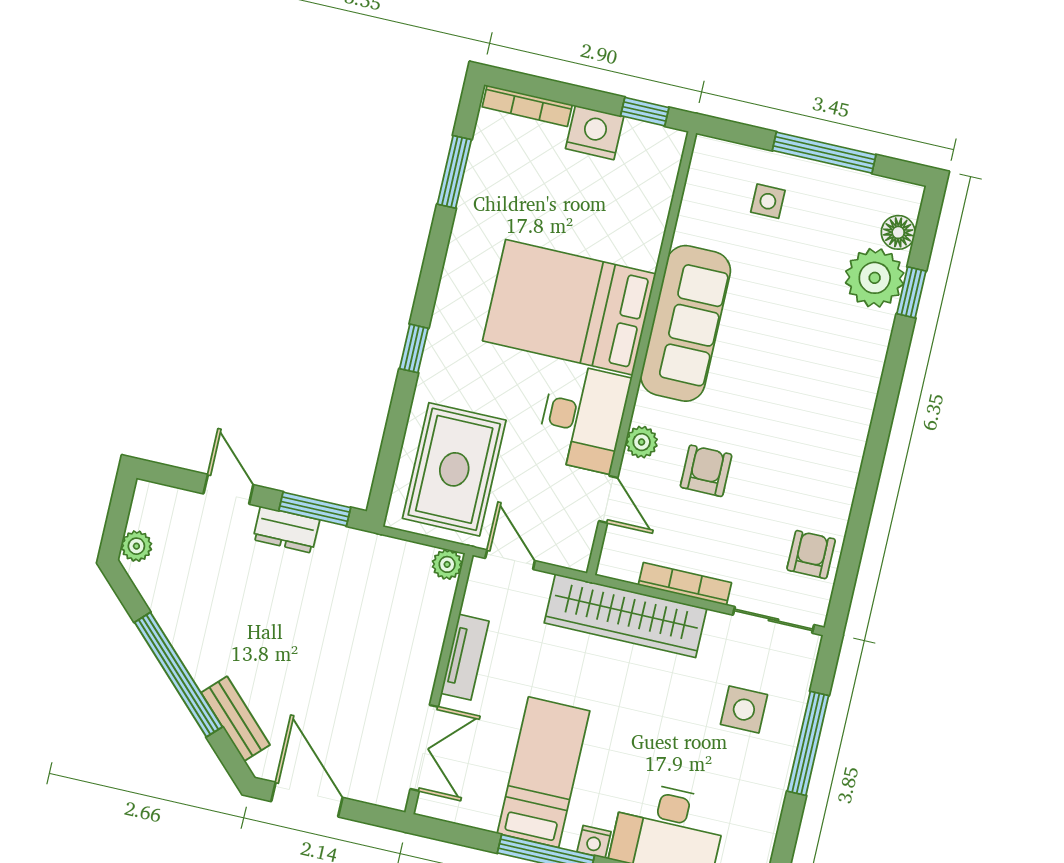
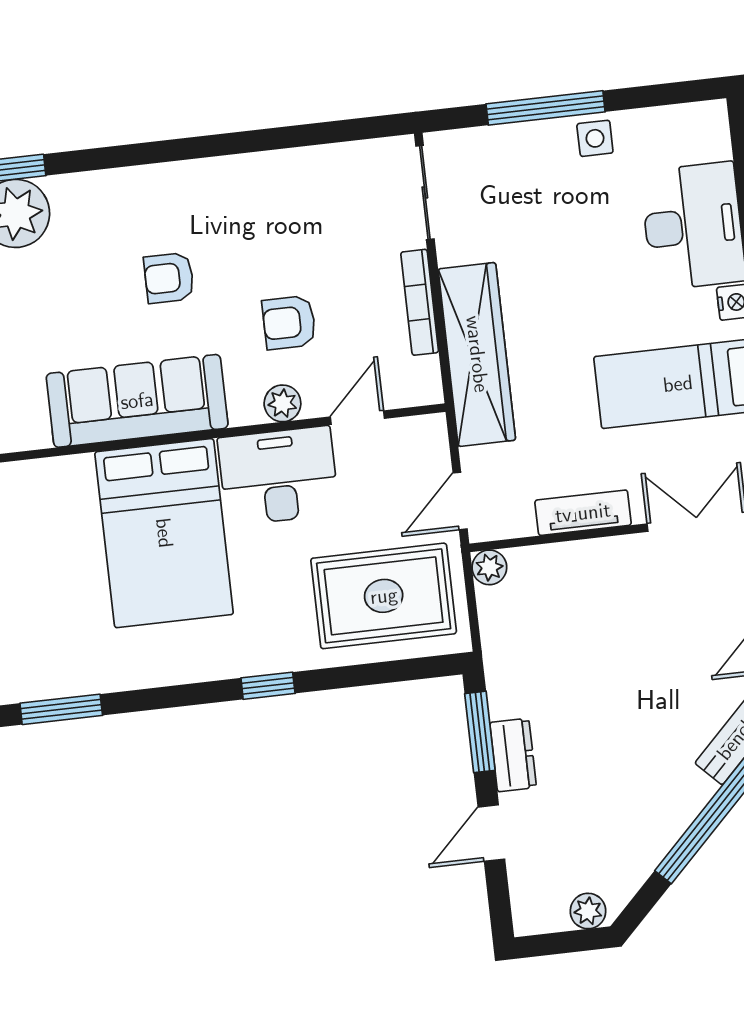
armchair: (811, 555) -> (169, 278), moved
side table: (744, 710) -> (595, 138), moved, width x0.73, depth x0.73

